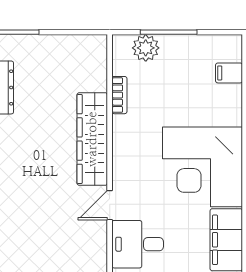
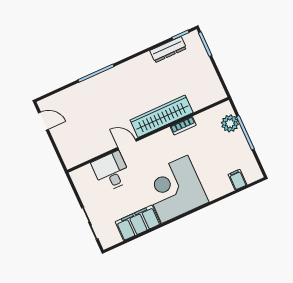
bookcase: (119, 95) -> (183, 126), moved

